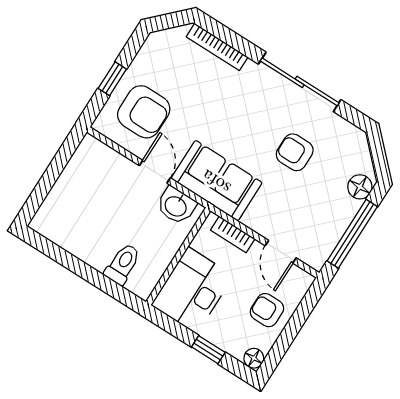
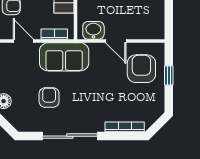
armchair: (144, 112) -> (141, 69), turned 90
armchair: (295, 152) -> (49, 98), turned -90
sofa: (217, 181) -> (64, 57), moved

